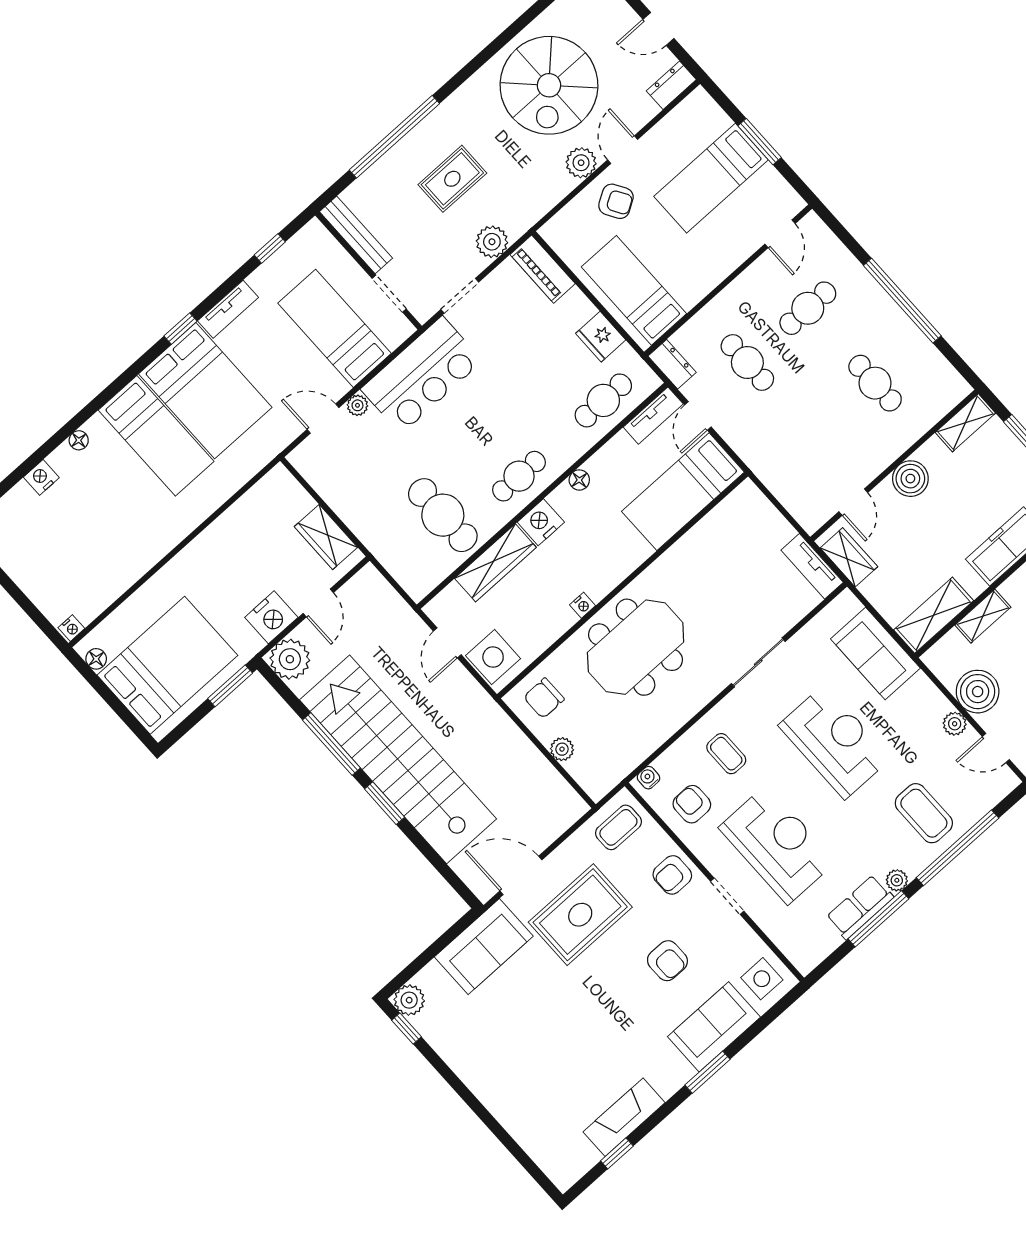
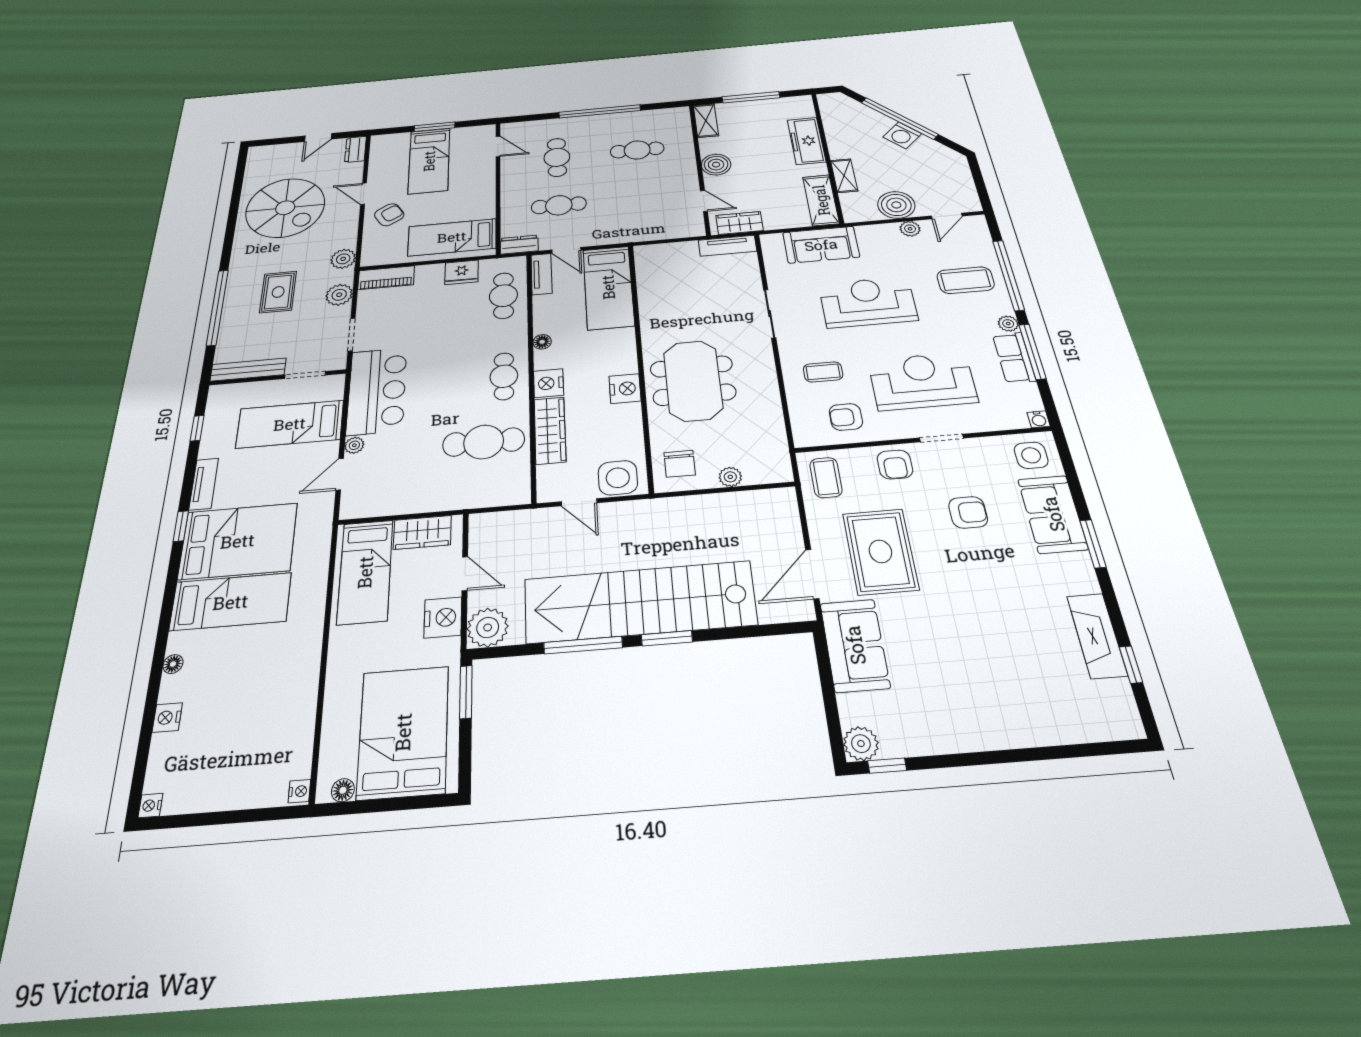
plant: (581, 163) -> (343, 259), moved
bed: (260, 521) -> (365, 572), added
nightstand: (583, 605) -> (625, 389), width x1.89, depth x1.79
water cooler: (648, 778) -> (1039, 419), moved, turned -90

